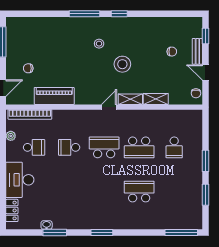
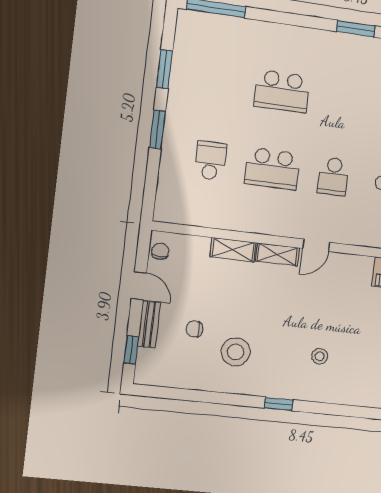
window: (84, 14) -> (338, 410), removed
stool: (122, 64) -> (236, 352), moved
school desk: (104, 147) -> (333, 176), width x0.54
school desk: (139, 147) -> (272, 169), turned 180

